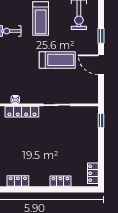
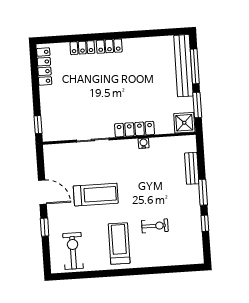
treadmill: (57, 60) -> (96, 195), turned 180
locker: (93, 173) -> (44, 66), width x1.53
locker: (18, 181) -> (109, 46), moved

